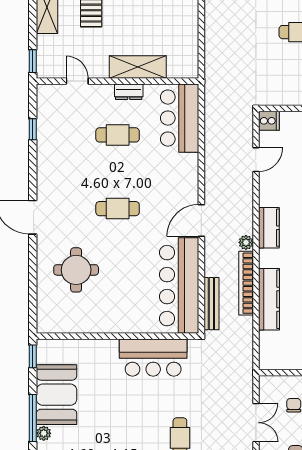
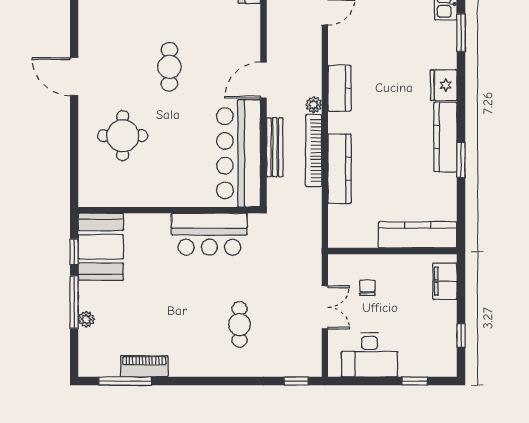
cafe table: (118, 209) -> (169, 67), turned 90
bench: (211, 304) -> (275, 147), moved
window: (33, 356) -> (74, 252), moved
booth: (57, 395) -> (101, 247), moved

